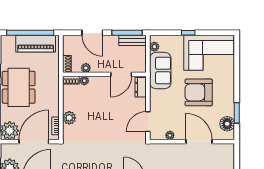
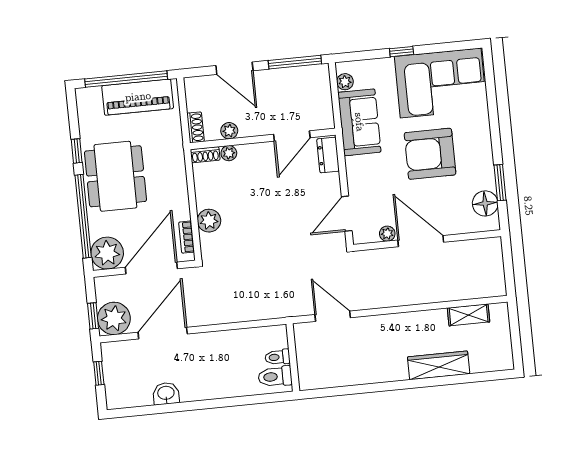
bench: (132, 40) -> (306, 74), removed
door: (199, 142) -> (421, 241), moved

